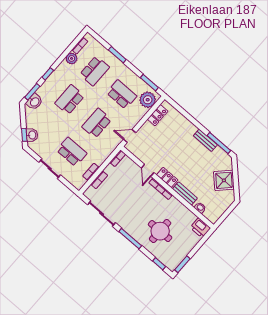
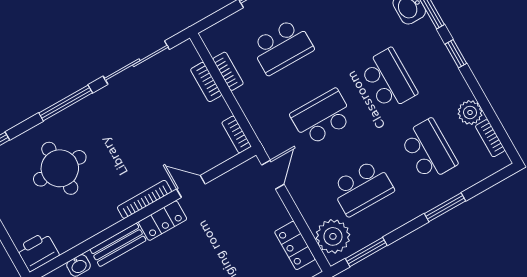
school desk: (95, 71) -> (429, 150), turned 180
school desk: (97, 123) -> (322, 117), turned -90

